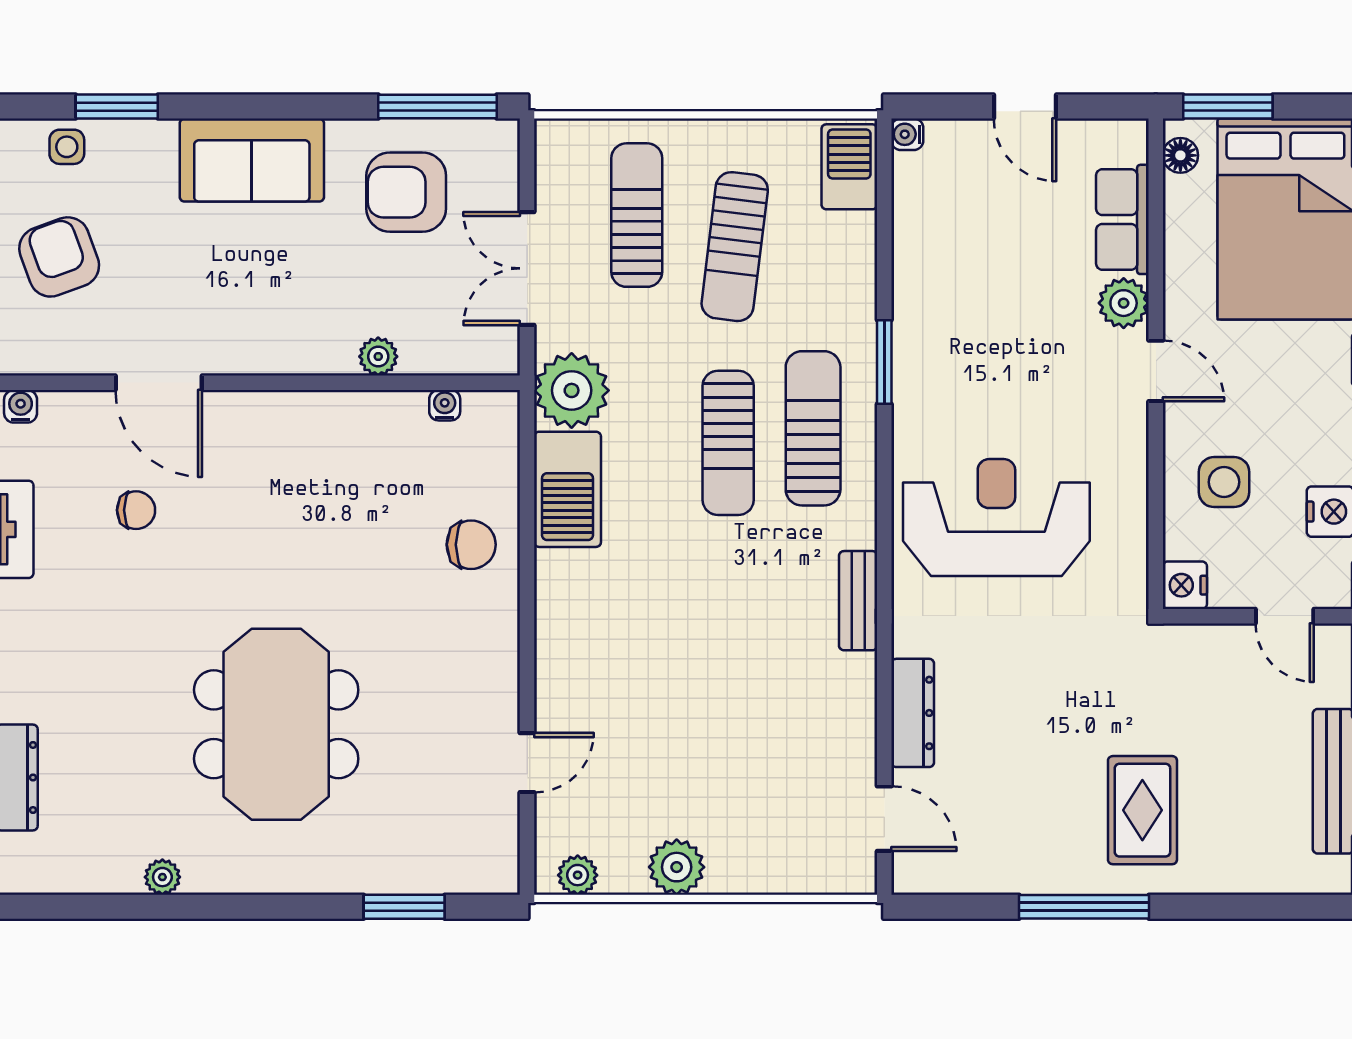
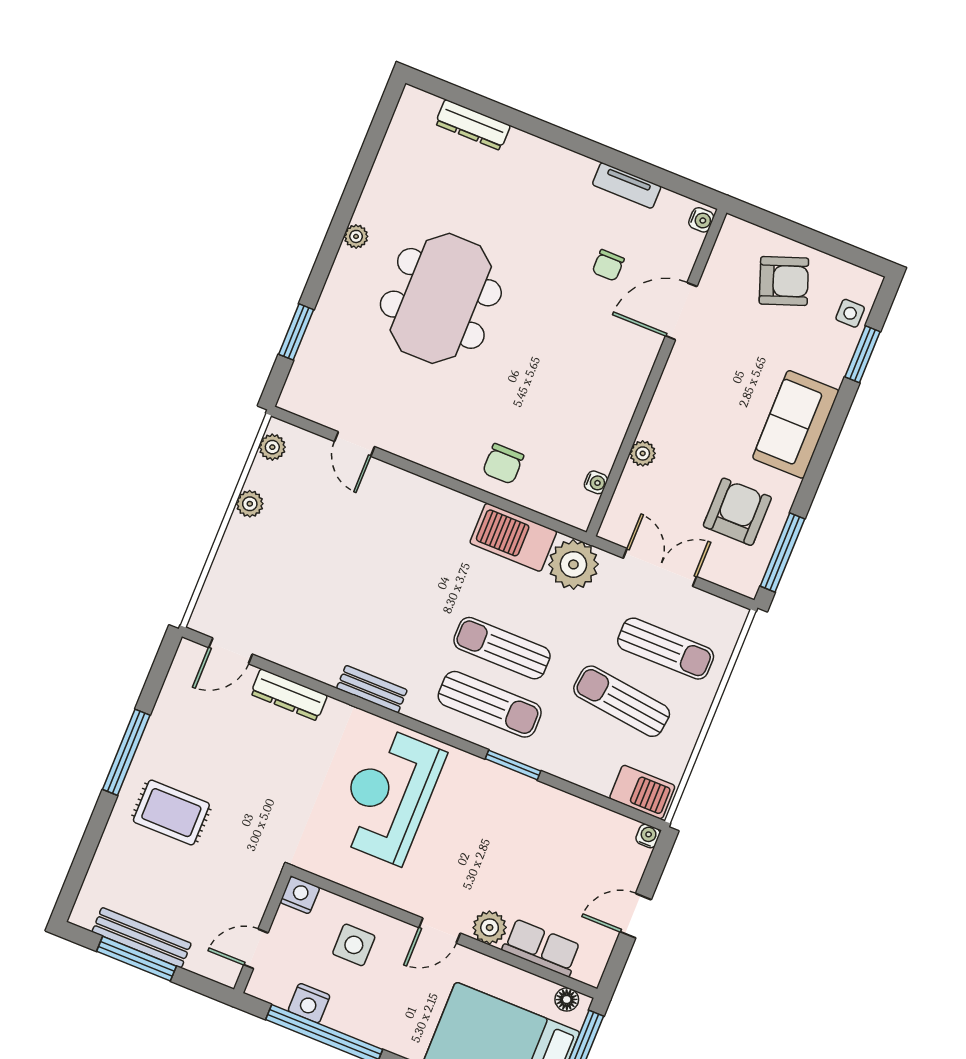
reception desk: (996, 518) -> (389, 795), turned 180
meeting table: (276, 724) -> (441, 298), turned 90
plant: (677, 867) -> (250, 504), width x0.73, depth x0.73
plant: (162, 877) -> (356, 236), moved

